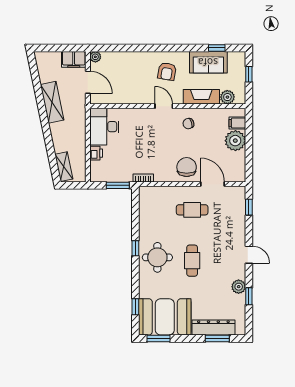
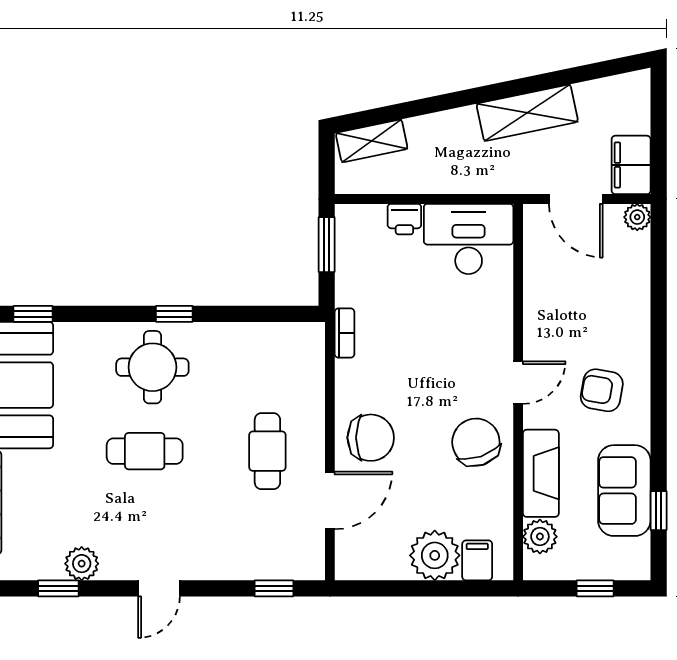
door: (88, 82) -> (576, 199), hinge flipped
chair: (188, 124) -> (476, 442), width x1.87, depth x1.87
window: (118, 185) -> (327, 245), moved

